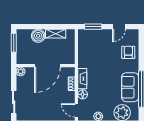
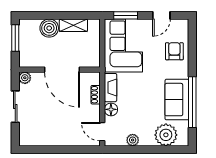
corner sofa: (92, 48) -> (123, 46), added
door: (47, 66) -> (62, 70), hinge flipped
sliding door: (14, 102) -> (15, 107), moved

